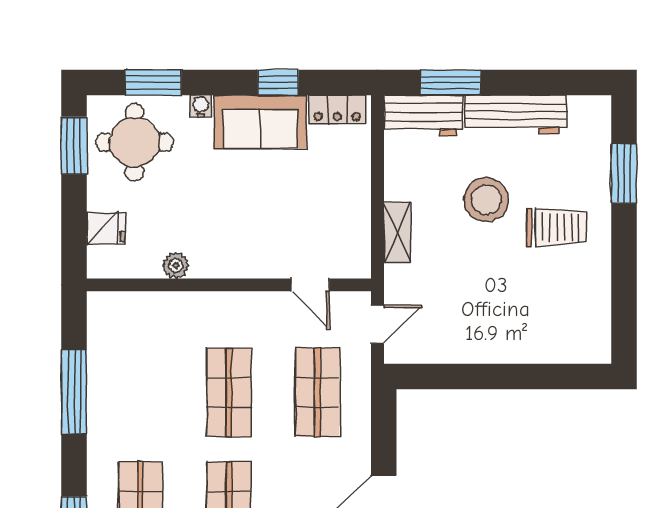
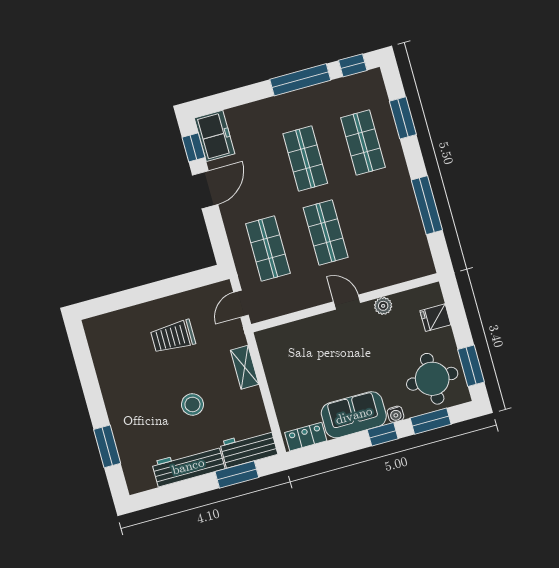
window: (278, 83) -> (383, 434), moved
stool: (486, 200) -> (192, 404), width x0.73, depth x0.73
trolley: (557, 227) -> (173, 337), moved
door: (310, 285) -> (347, 302), moved

